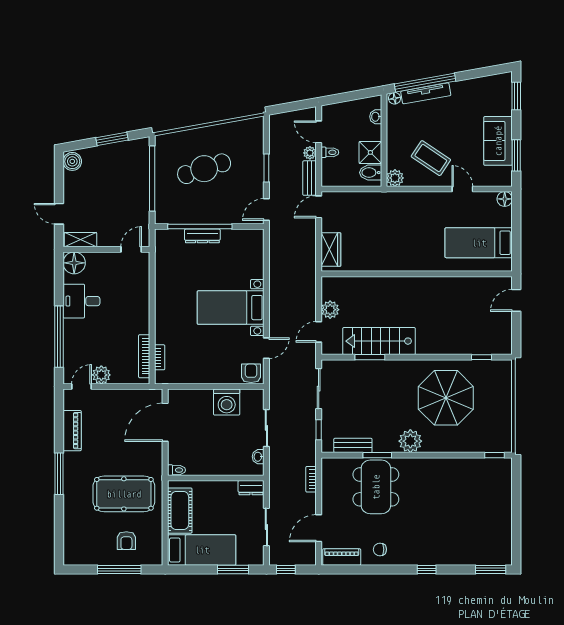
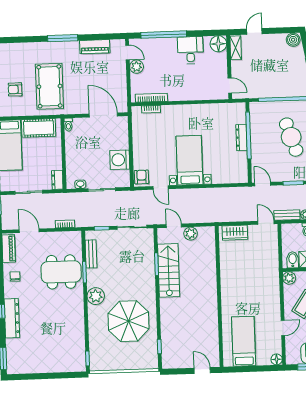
armchair: (251, 373) -> (142, 177), turned -90
dresser: (436, 556) -> (12, 318), added

